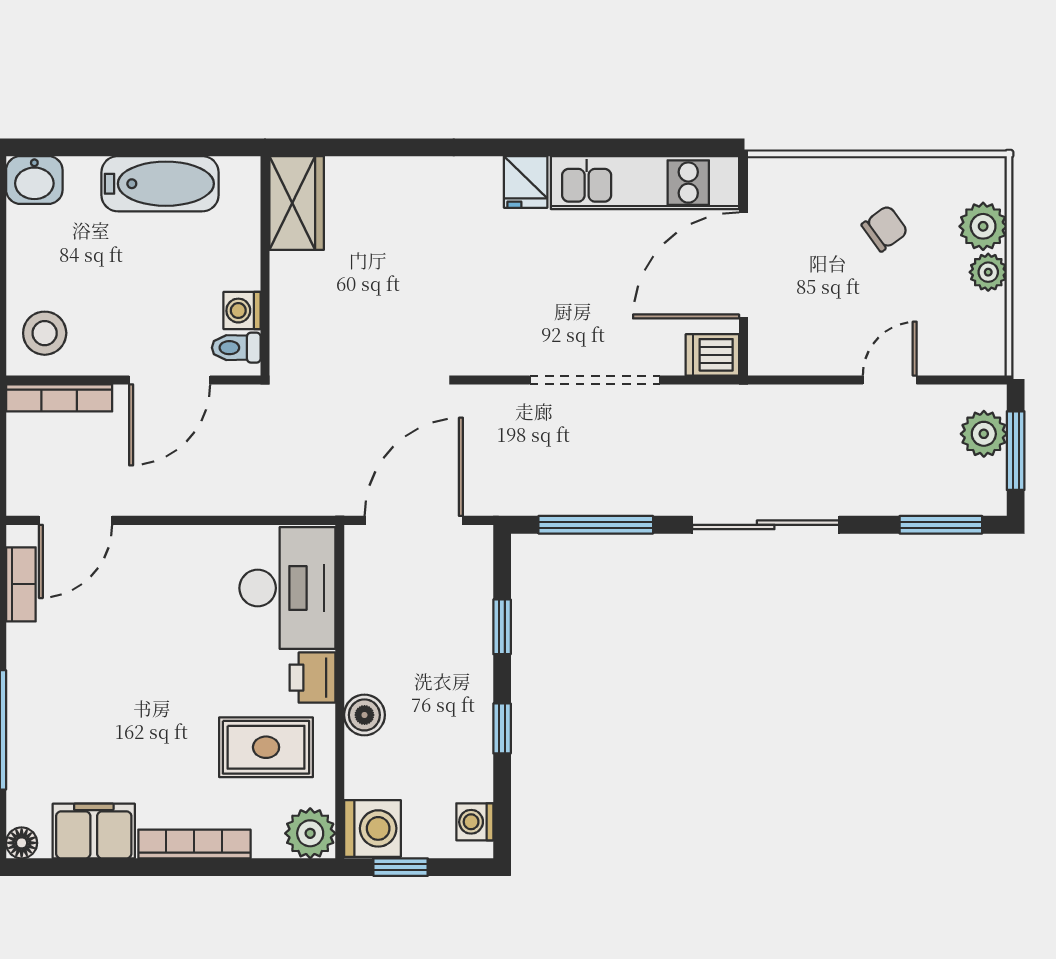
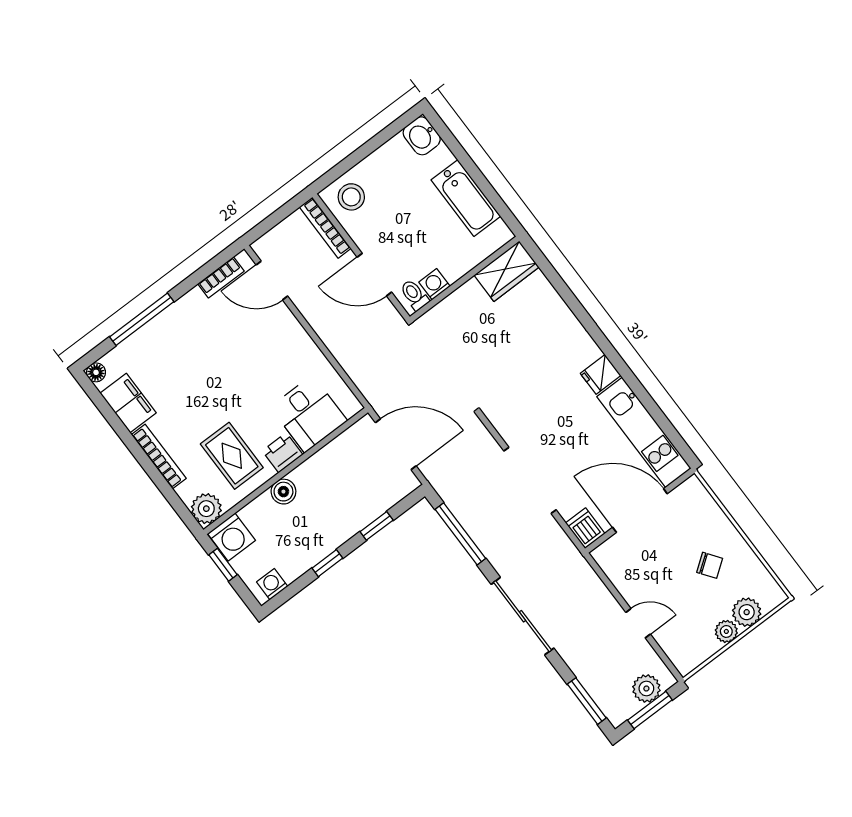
desk: (287, 588) -> (309, 414), width x0.73

